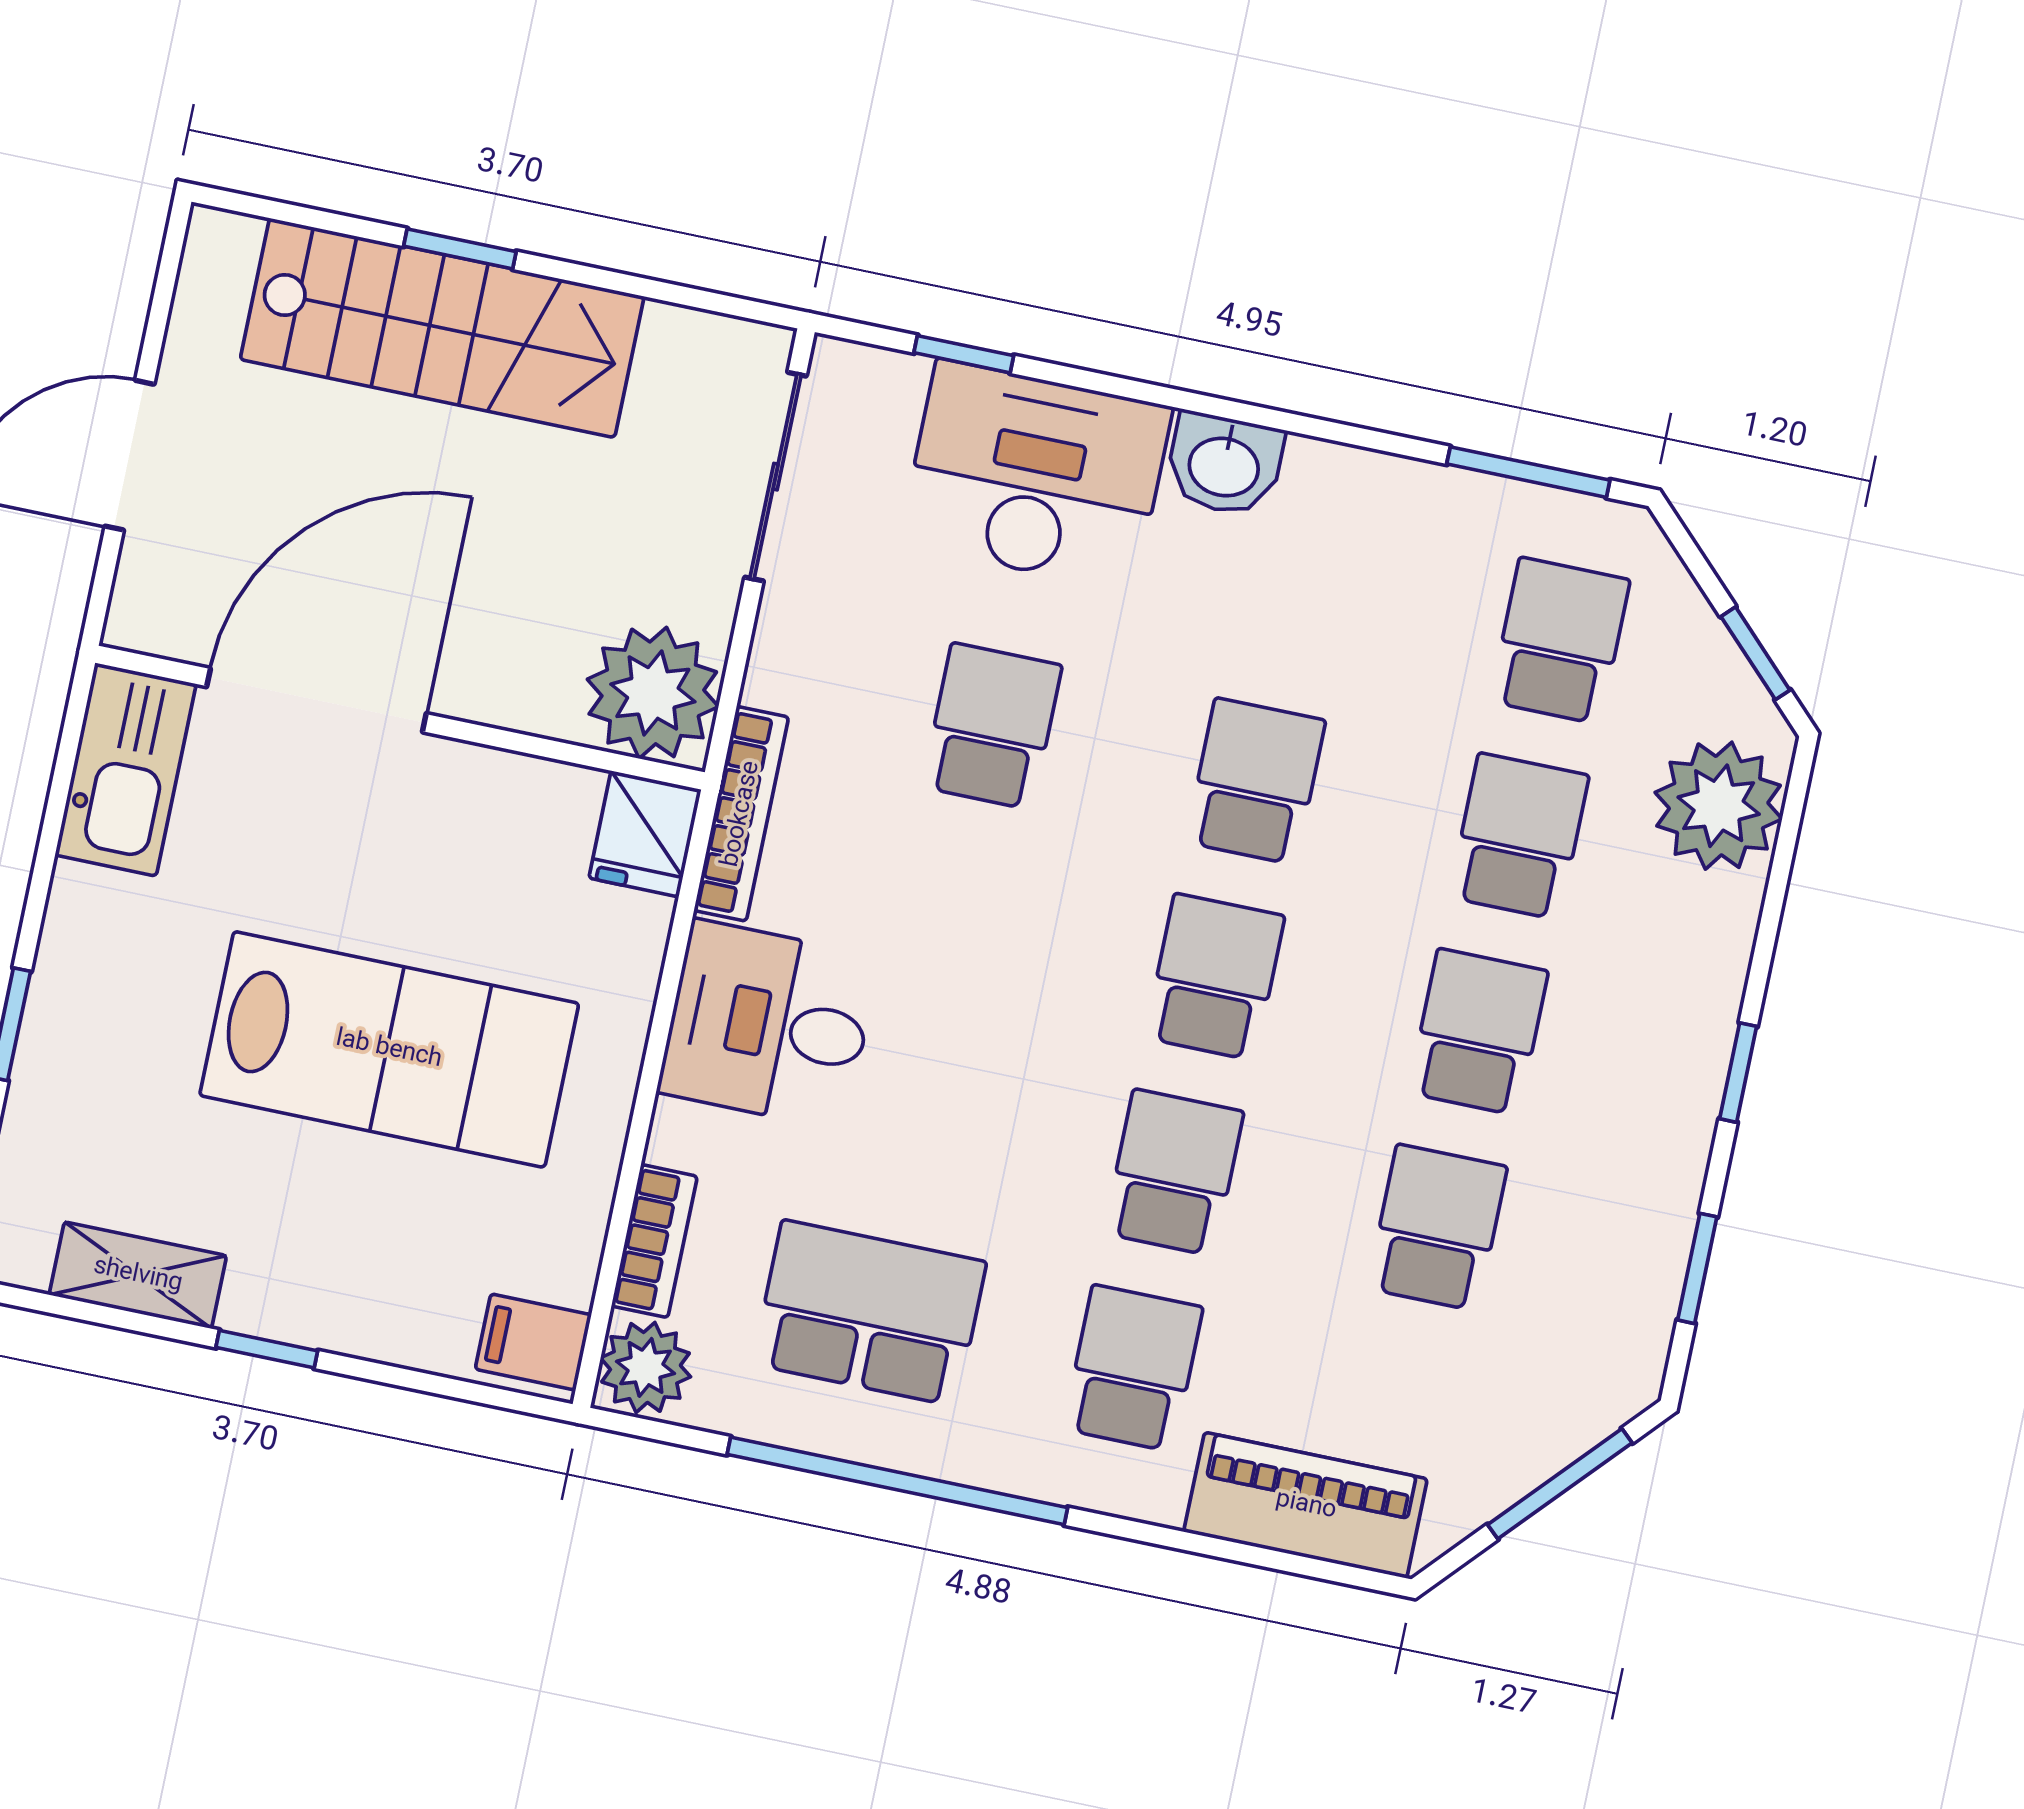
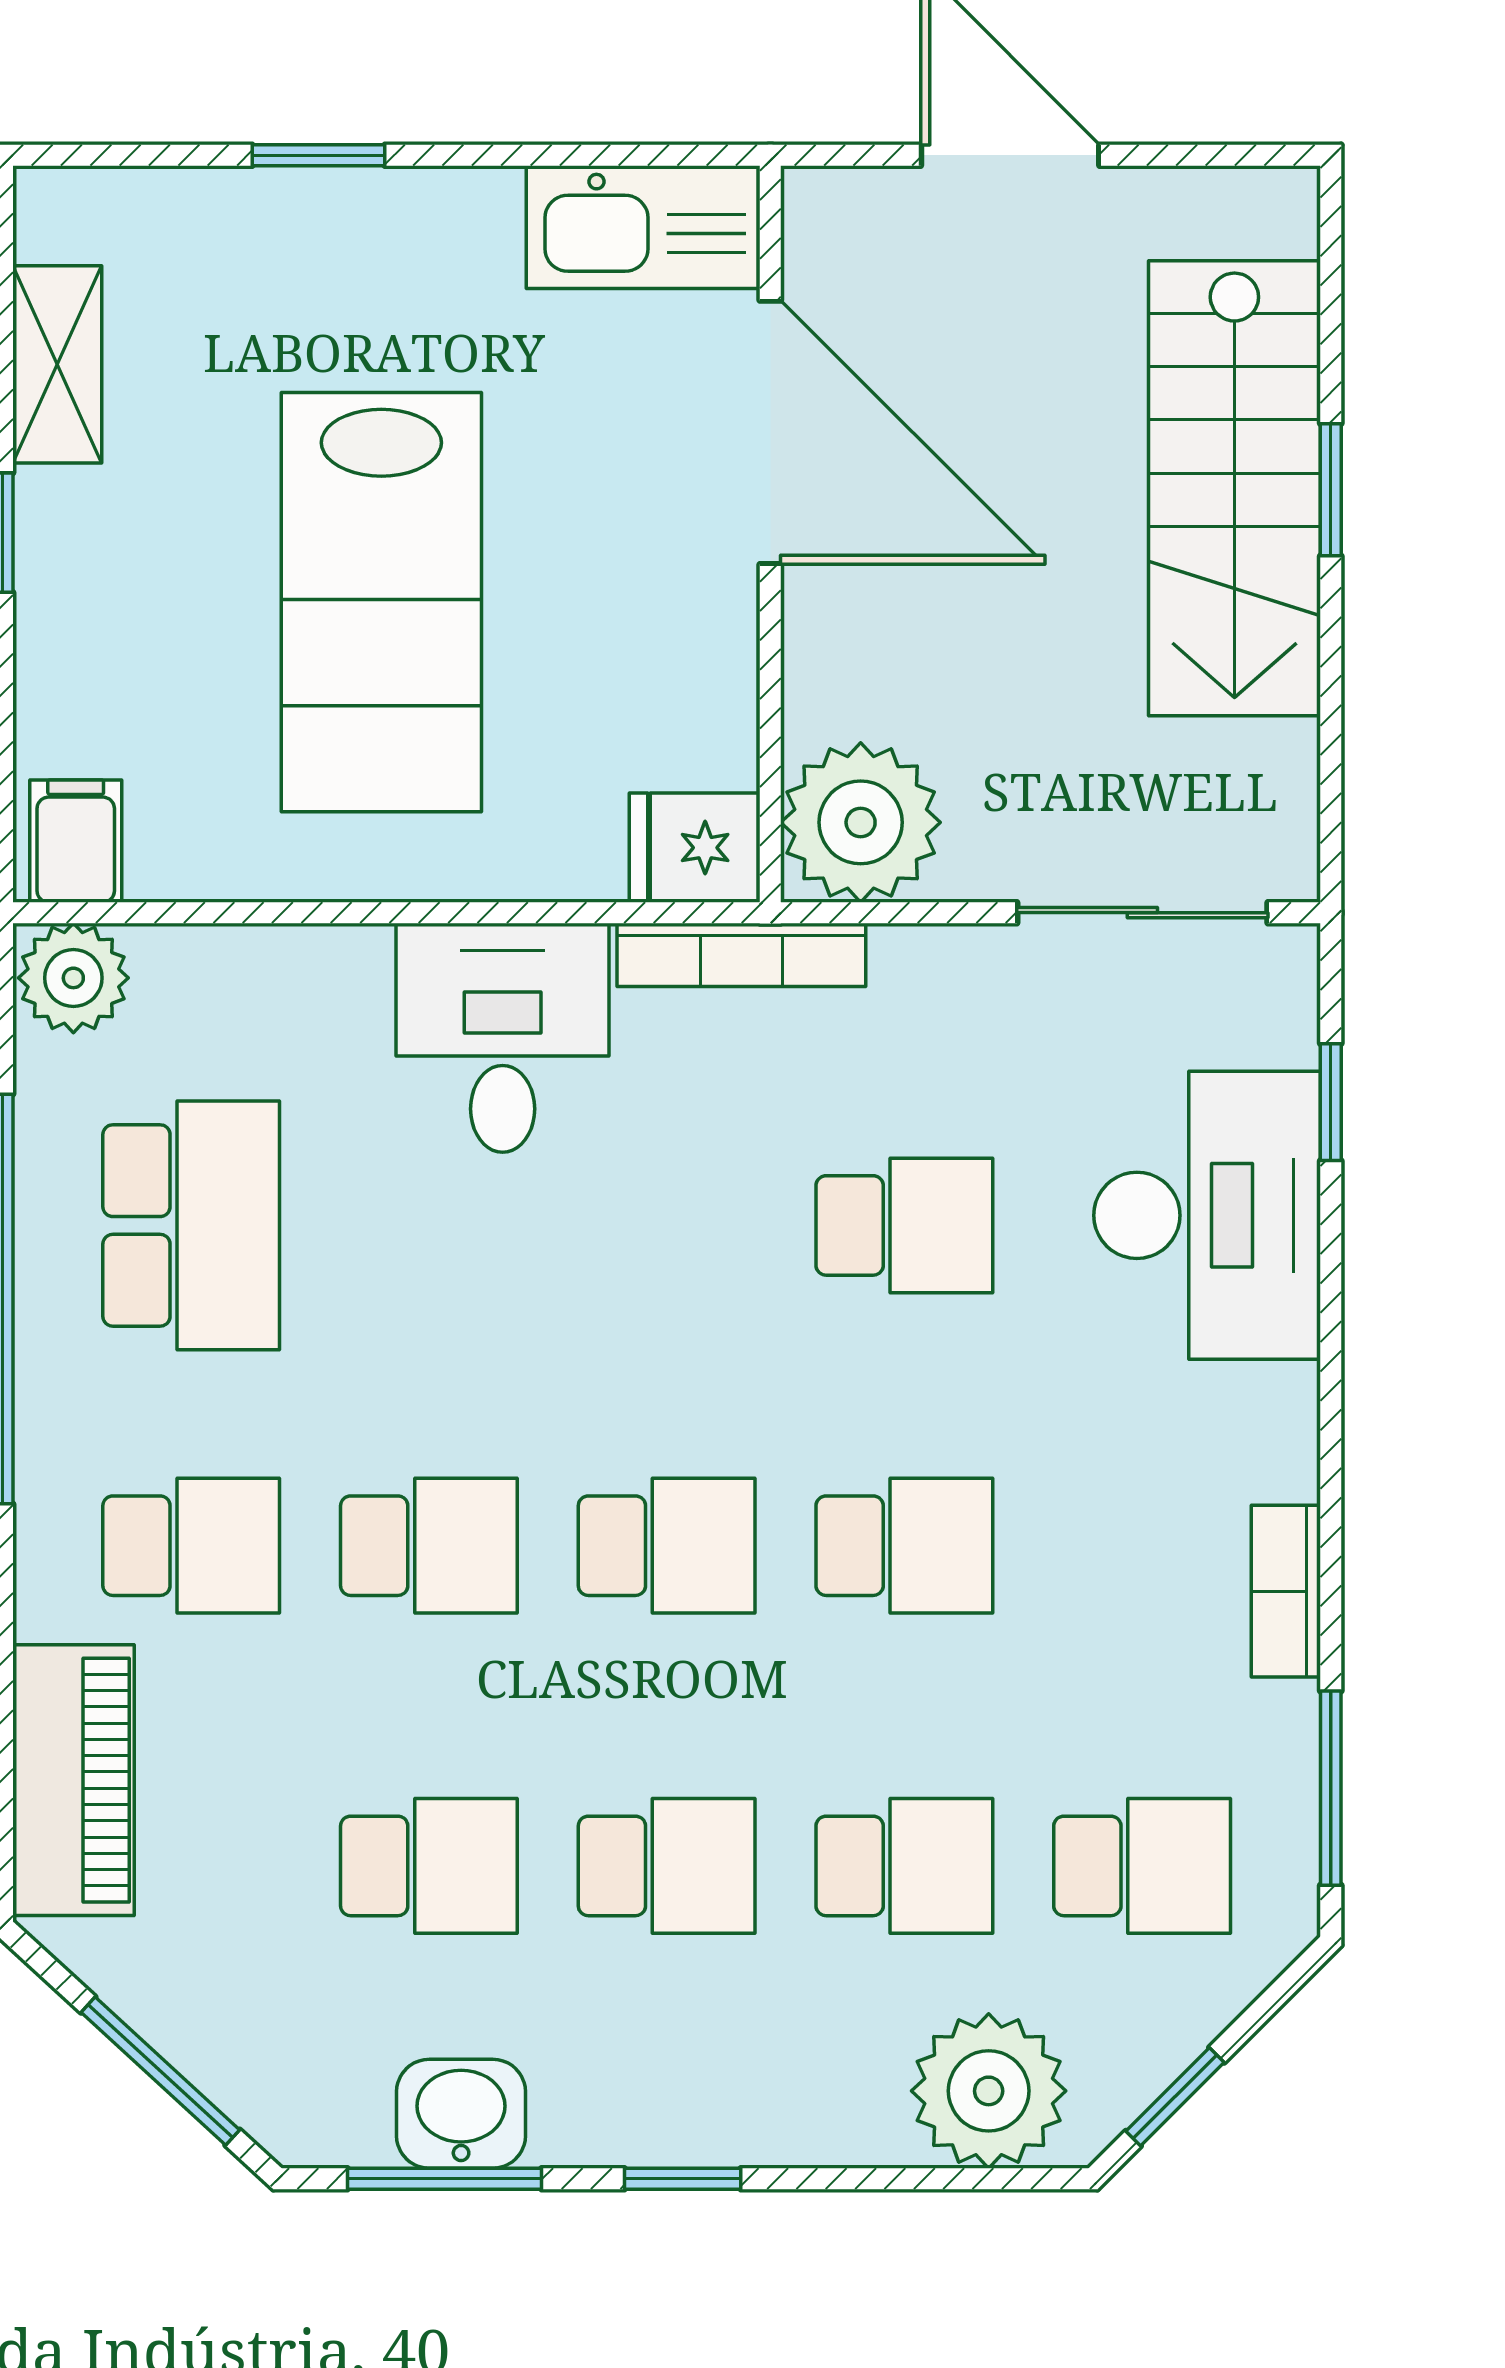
washbasin: (1224, 464) -> (461, 2114), moved, turned 90
bookcase: (654, 1241) -> (1286, 1591), moved, turned 90
window: (1697, 1268) -> (445, 2179), width x1.50

